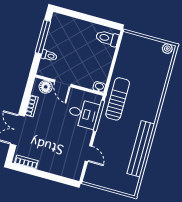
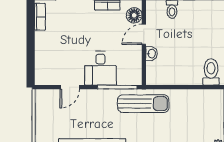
washbasin: (99, 87) -> (151, 54), moved
desk: (83, 114) -> (100, 68), moved

